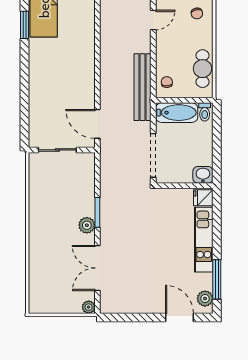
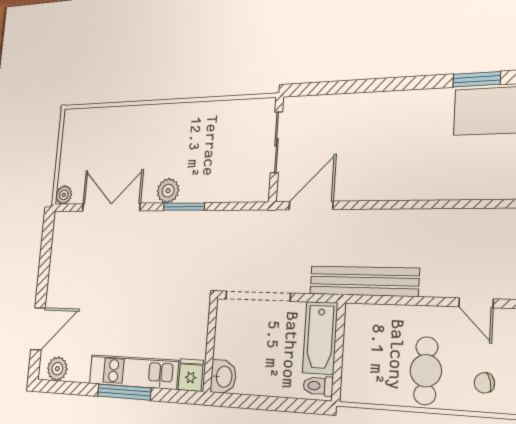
cafe table: (203, 69) -> (426, 371), moved, turned 90
chair: (167, 82) -> (370, 323), removed
window: (217, 279) -> (124, 392), moved

